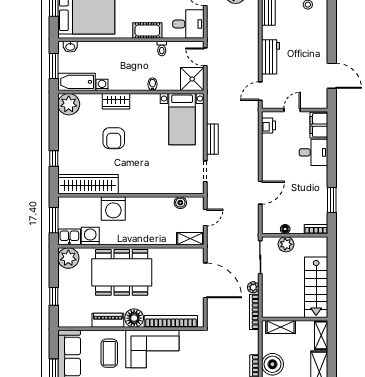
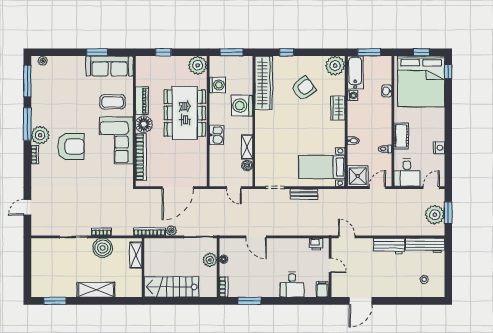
washbasin: (70, 47) -> (387, 91), moved
workbench: (270, 57) -> (389, 246), moved
filing cabinet: (319, 125) -> (322, 289), width x0.50
armchair: (114, 138) -> (303, 88), moved, turned 143
kitchen sink: (69, 237) -> (217, 135), moved
shelving: (190, 239) -> (247, 147), moved
shelving: (321, 335) -> (128, 291), removed

